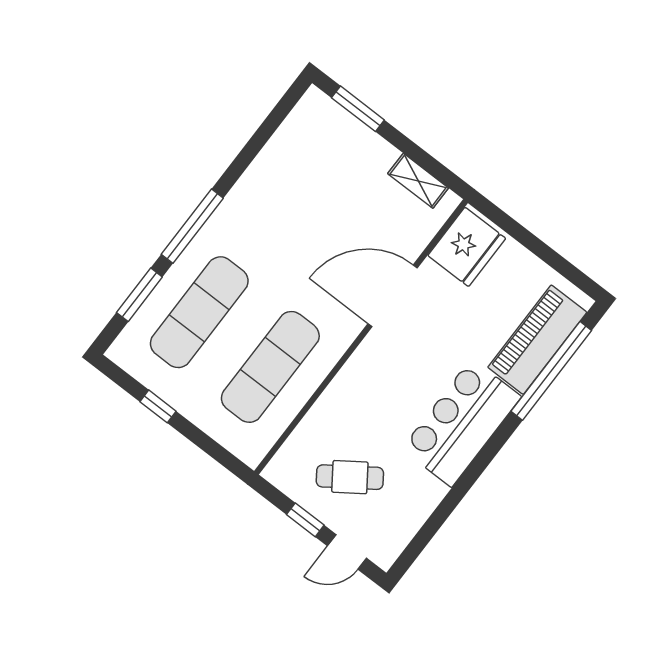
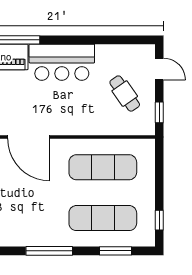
window: (192, 226) -> (49, 251), moved
window: (158, 406) -> (159, 220), moved
window: (305, 520) -> (159, 112), moved

